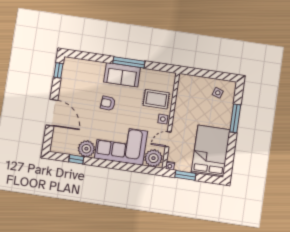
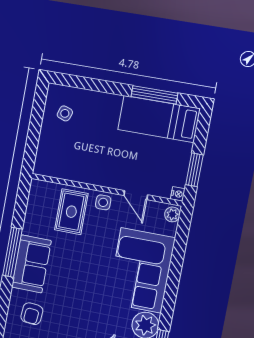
armchair: (108, 103) -> (32, 314), moved
window: (235, 118) -> (154, 95), moved
bed: (211, 151) -> (159, 119), width x0.67
plant: (153, 158) -> (172, 214), width x0.53, depth x0.53

